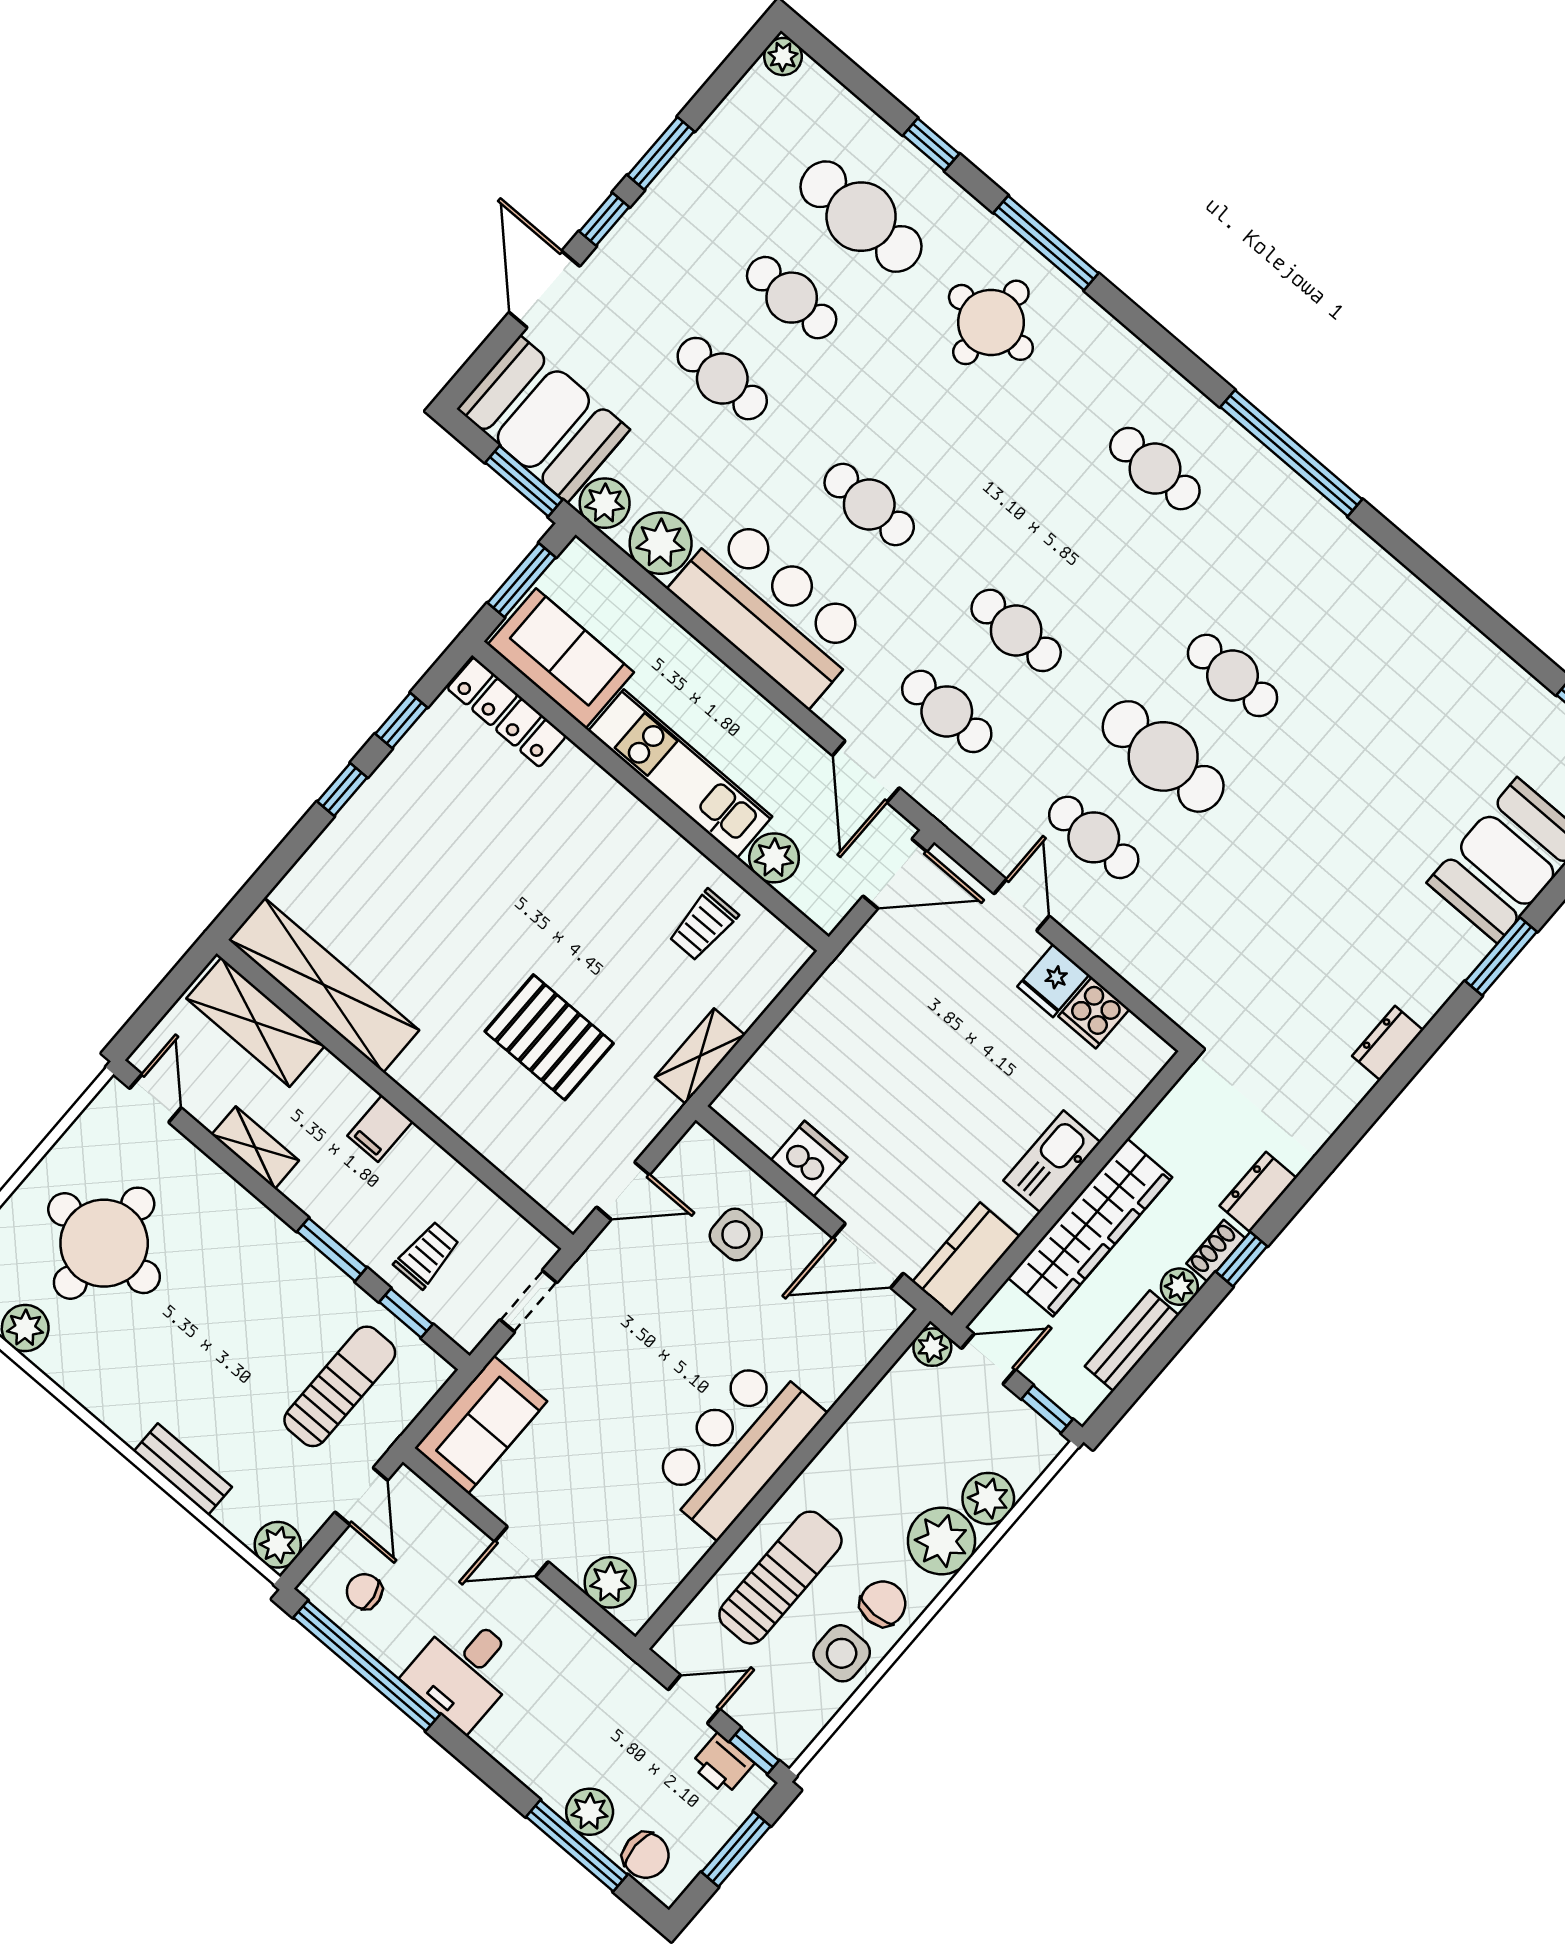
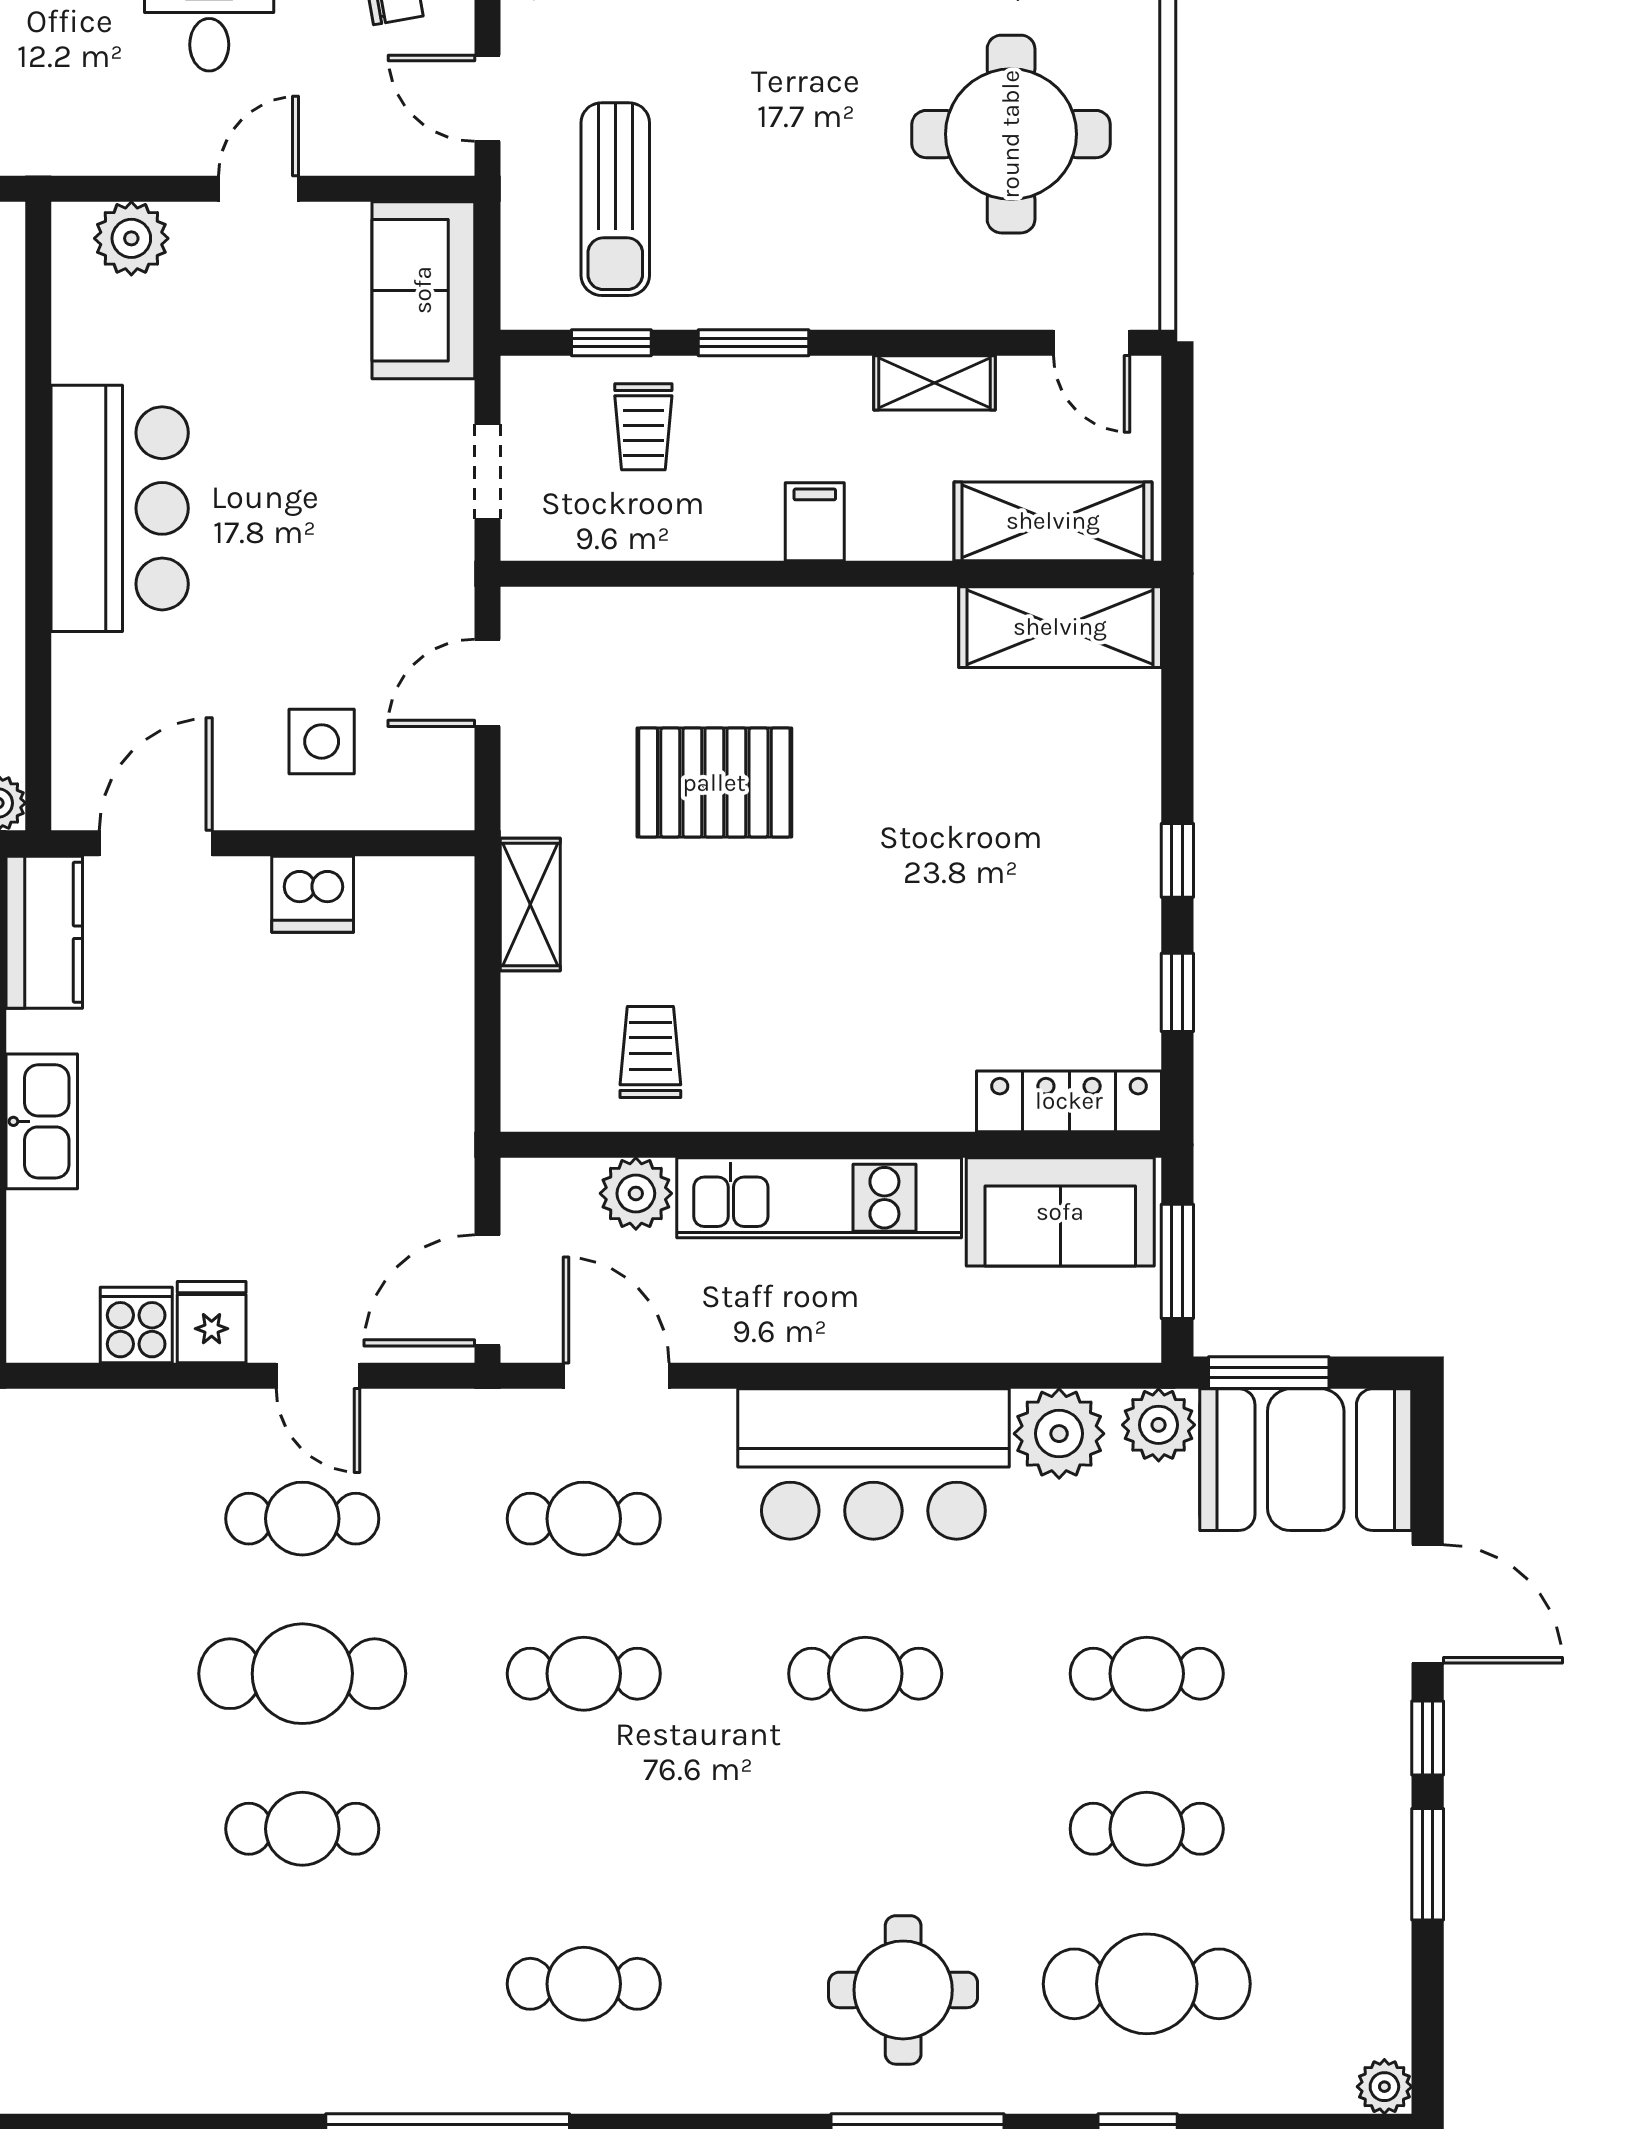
shelving: (324, 985) -> (1060, 627), width x0.68

